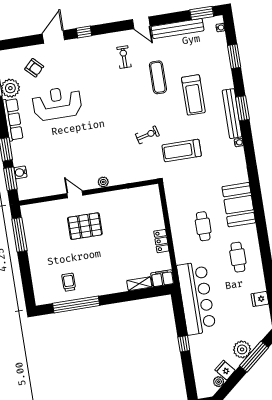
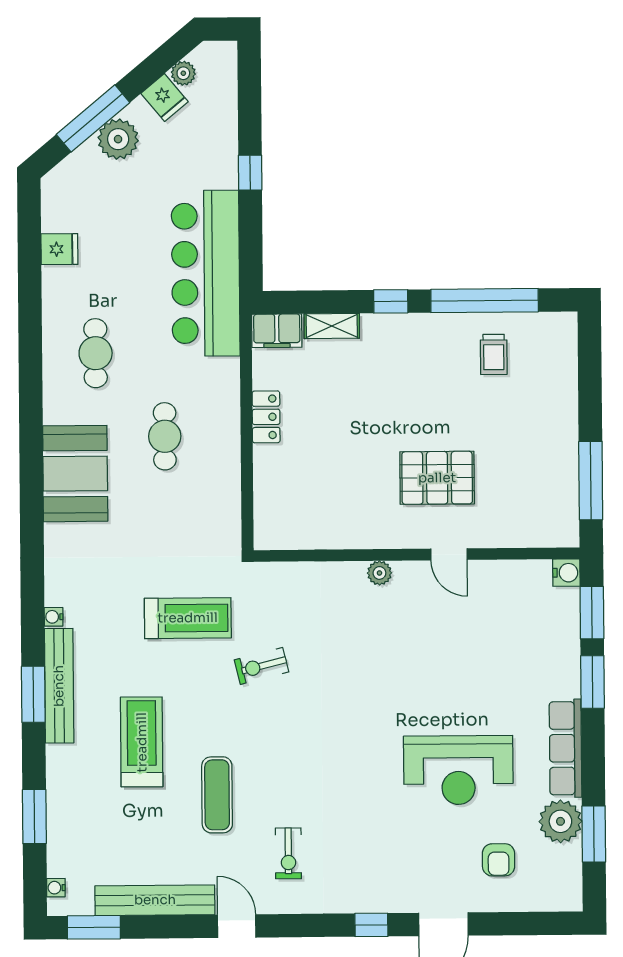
armchair: (34, 68) -> (499, 860), turned -135
water cooler: (20, 172) -> (566, 573), moved
window: (116, 298) -> (391, 301), added

